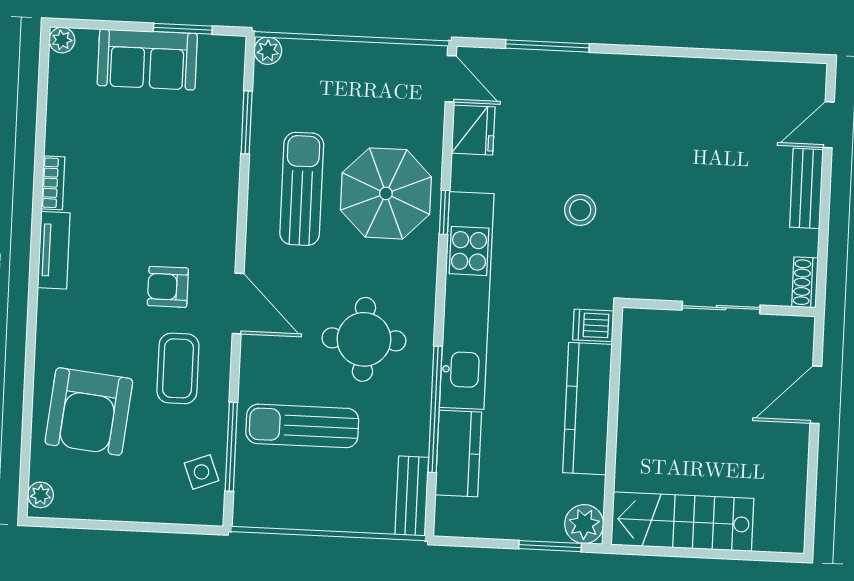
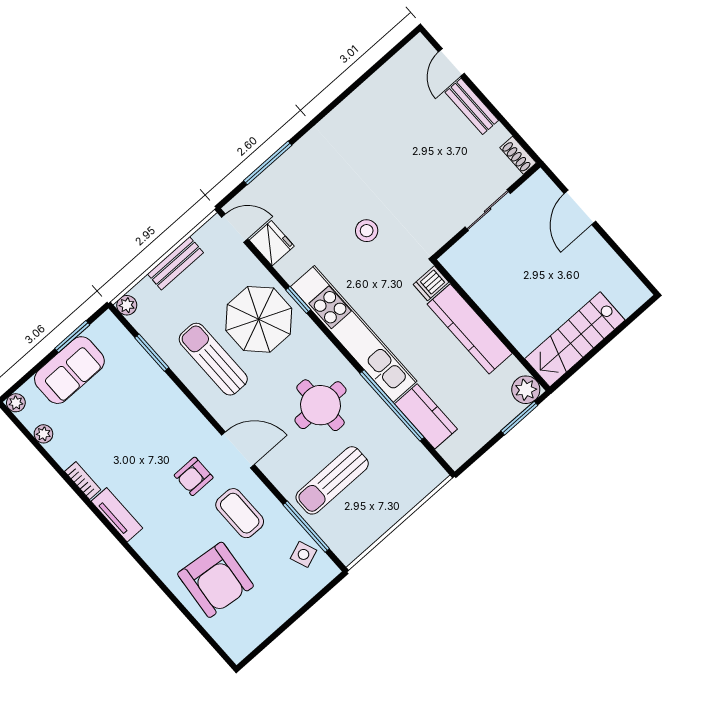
plant: (41, 495) -> (43, 434), moved
bench: (412, 496) -> (175, 263), moved, turned 90

